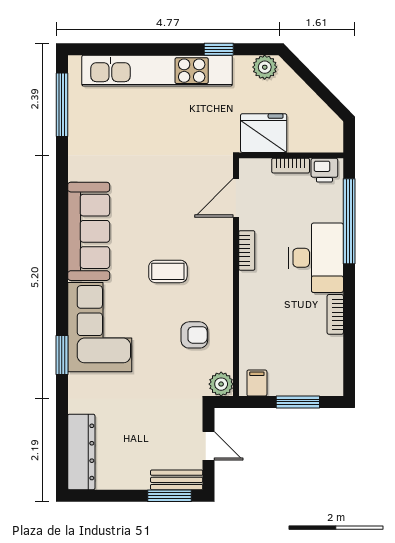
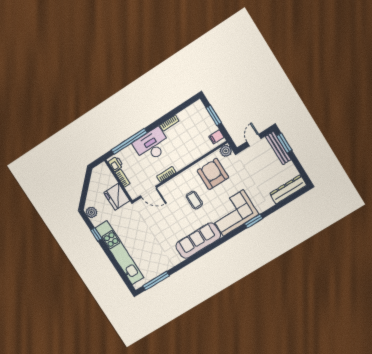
armchair: (194, 335) -> (213, 174), width x1.88, depth x1.88
bench: (177, 480) -> (278, 148), width x1.36

